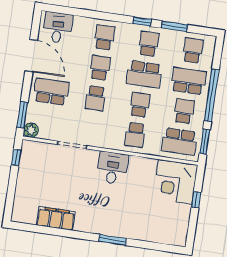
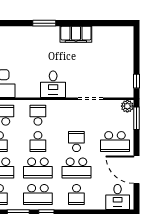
school desk: (149, 44) -> (38, 194), width x1.85
school desk: (100, 68) -> (76, 168), width x1.85
school desk: (144, 74) -> (38, 168), turned 180
filing cabinet: (56, 218) -> (76, 34), moved

